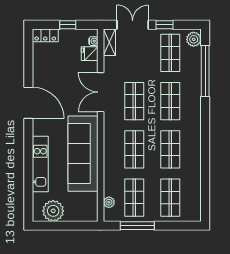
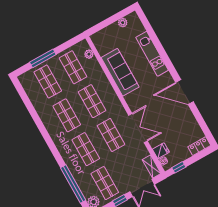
window: (68, 25) -> (179, 167), moved
sofa: (83, 154) -> (120, 72), width x0.74, depth x0.79
plant: (53, 211) -> (123, 23), width x0.53, depth x0.53
window: (137, 226) -> (43, 58), moved

